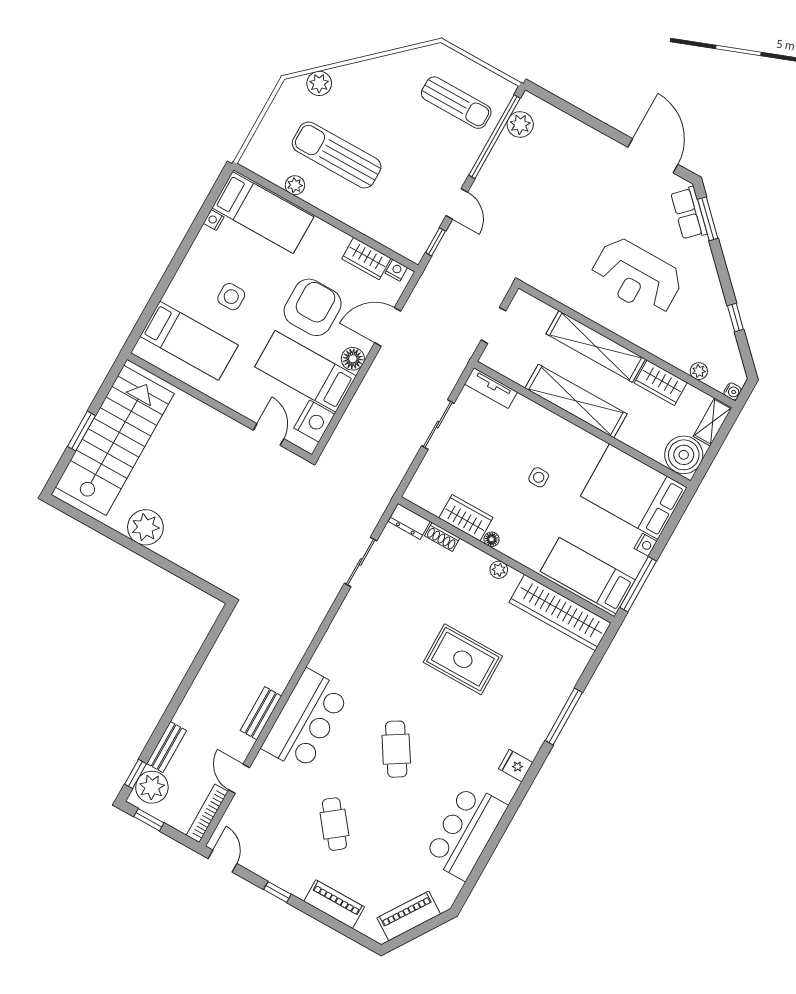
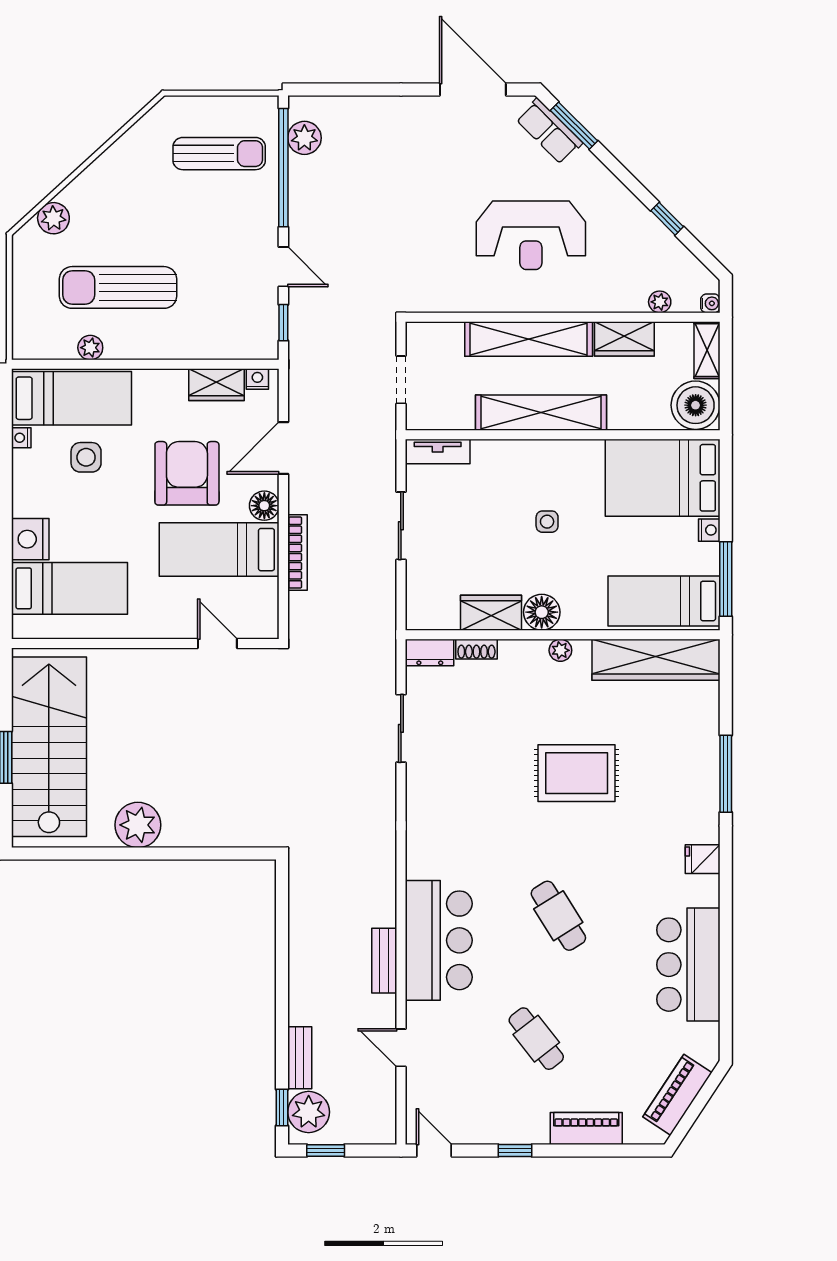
side table: (231, 297) -> (86, 457), moved
nightstand: (314, 421) -> (30, 539), moved, turned 180
floor lamp: (492, 539) -> (542, 612), width x1.89, depth x1.89
bookcase: (207, 813) -> (297, 553), moved, turned 180

